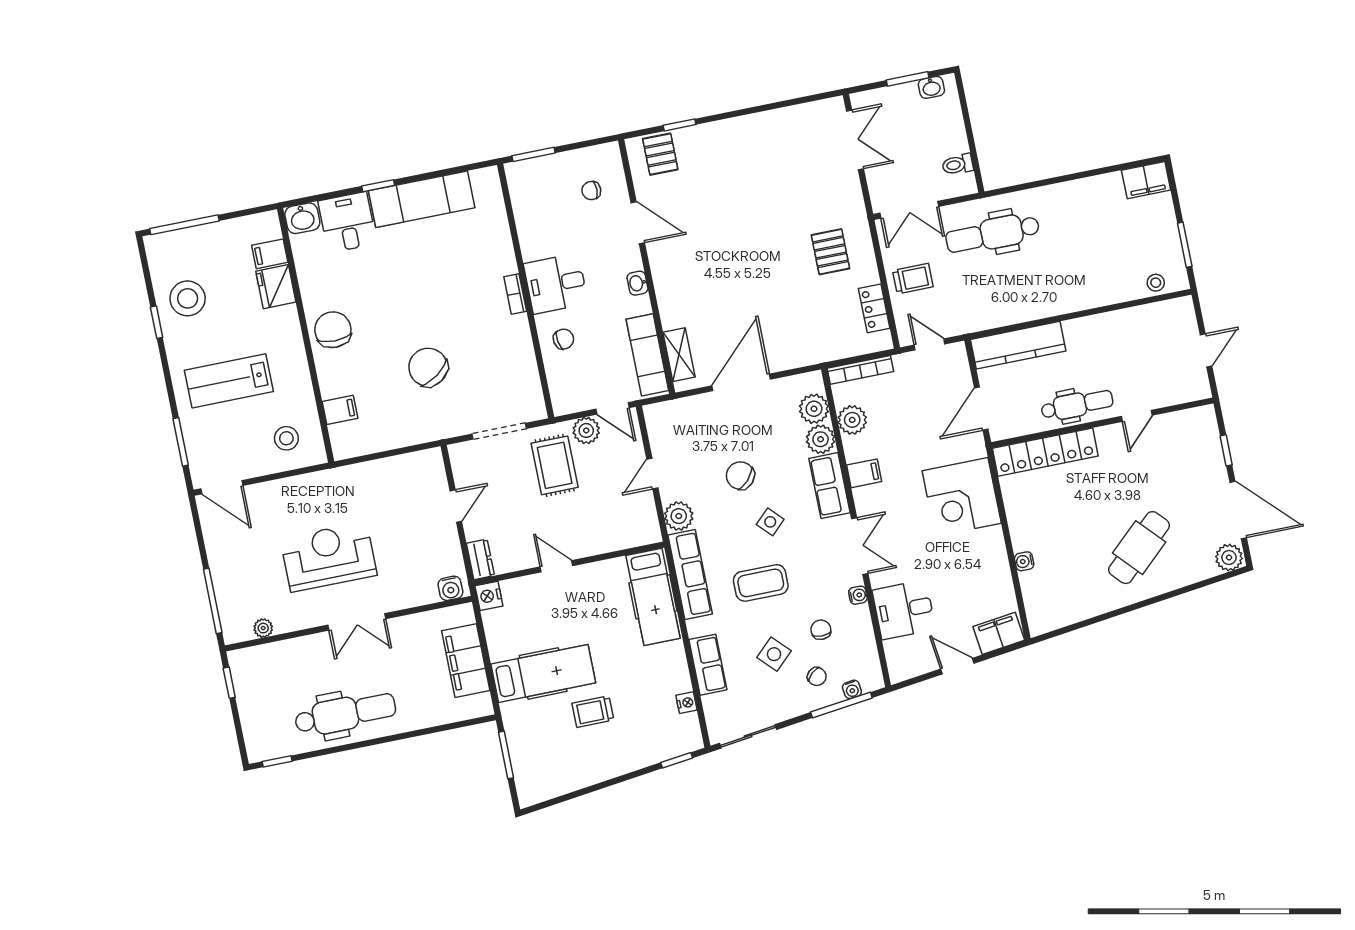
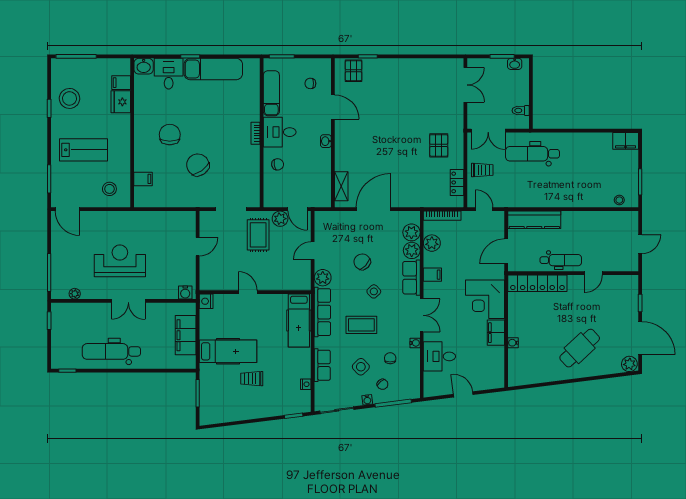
chair: (333, 330) -> (170, 135), moved
exam couch: (647, 355) -> (271, 93), moved, turned 180
lab bench: (229, 381) -> (83, 150), turned 180
dresser: (480, 559) -> (205, 280), removed
filing cabinet: (999, 633) -> (496, 333), moved, turned -83
water cooler: (852, 689) -> (367, 400), moved
dental chair: (345, 714) -> (111, 351), turned 180

